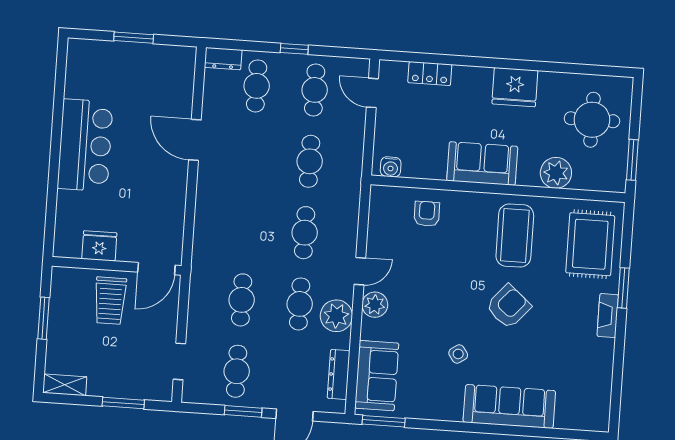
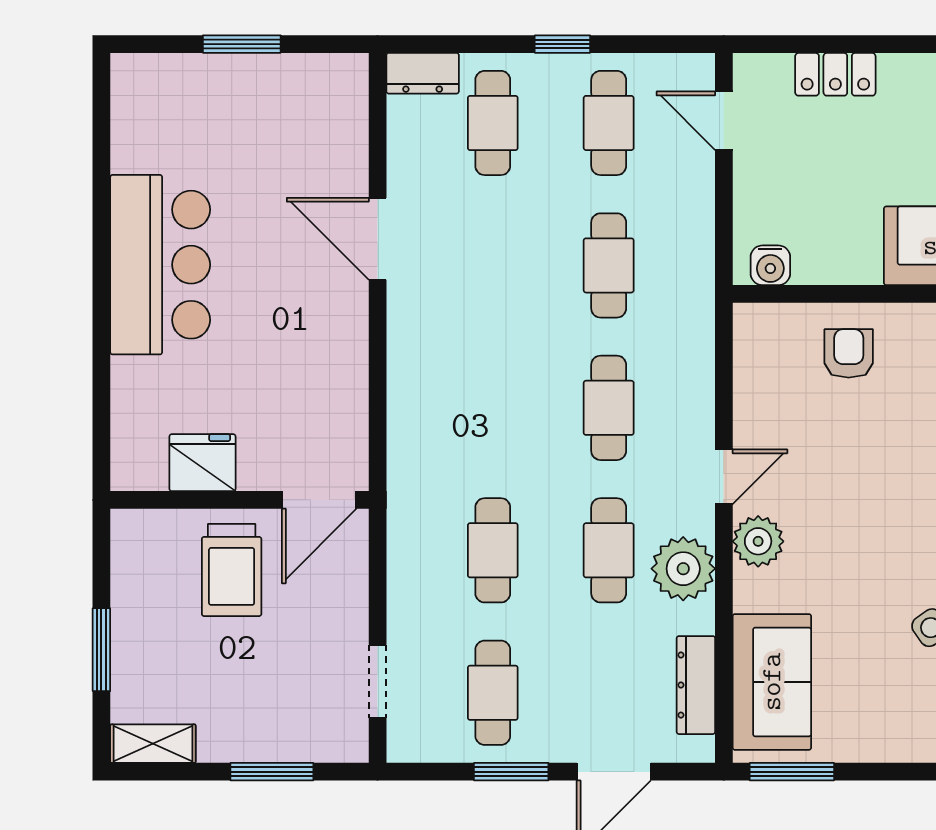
window: (43, 318) -> (101, 650), moved

